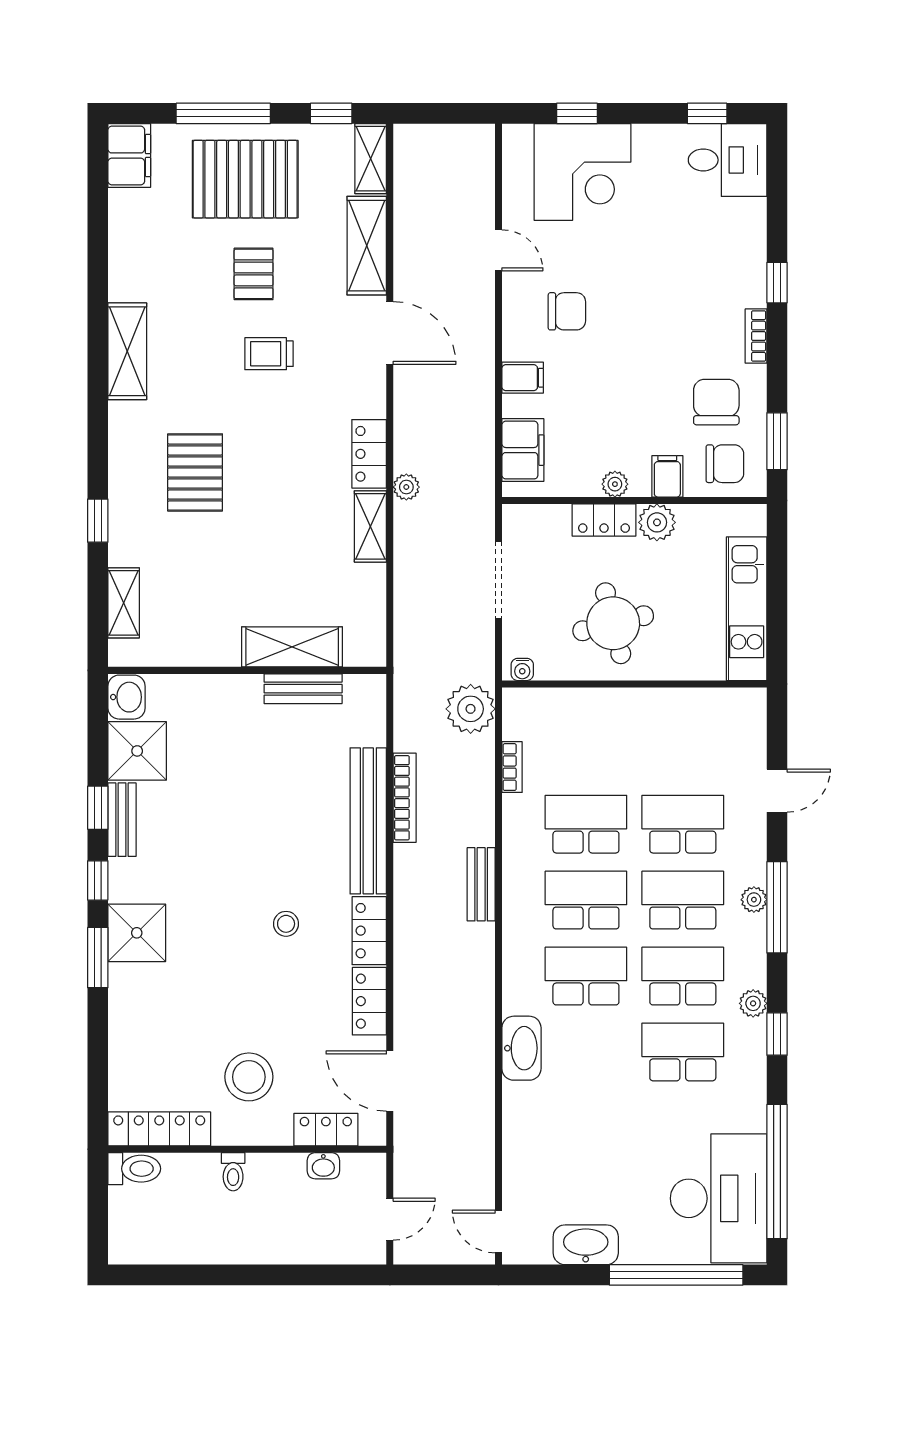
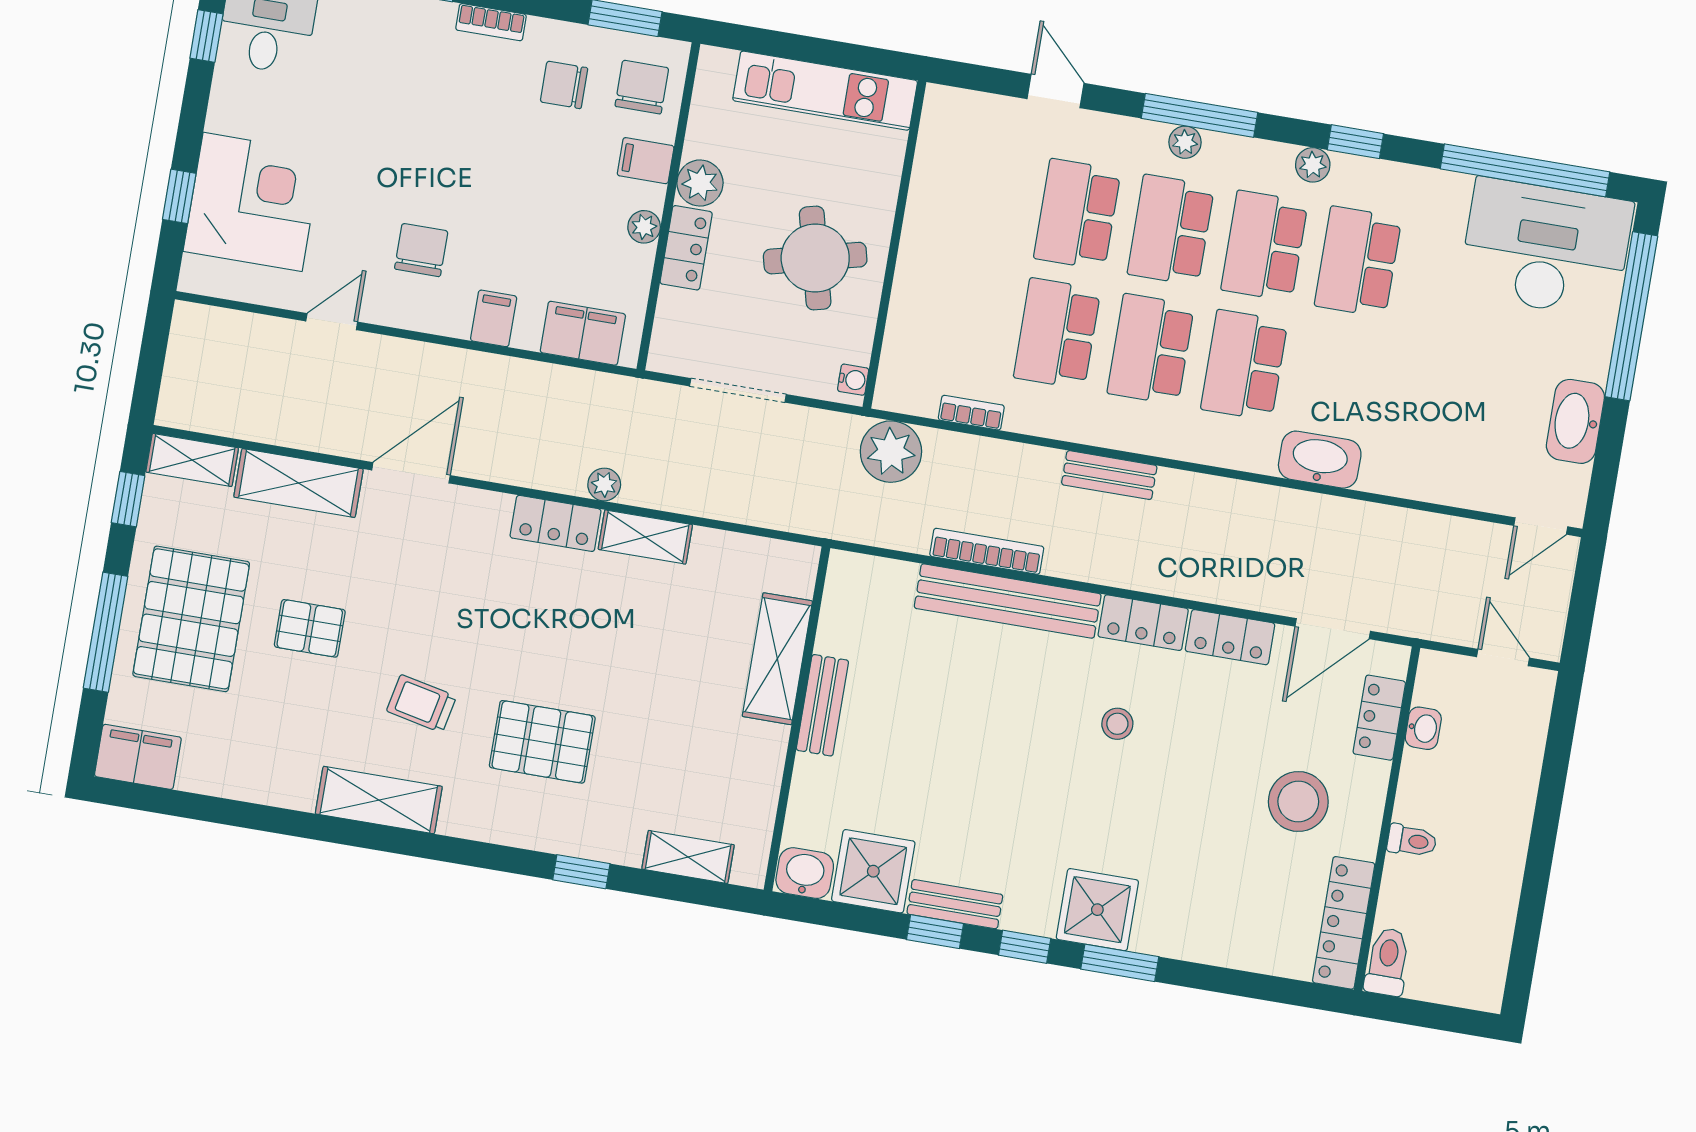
trolley: (269, 354) -> (421, 704), moved, turned 102
chair: (716, 402) -> (564, 85), width x0.73, depth x0.73
bench: (303, 689) -> (822, 705), moved

